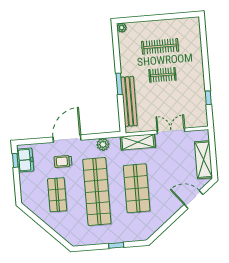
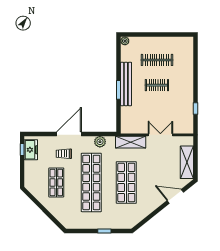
bench: (129, 101) -> (126, 84), moved

